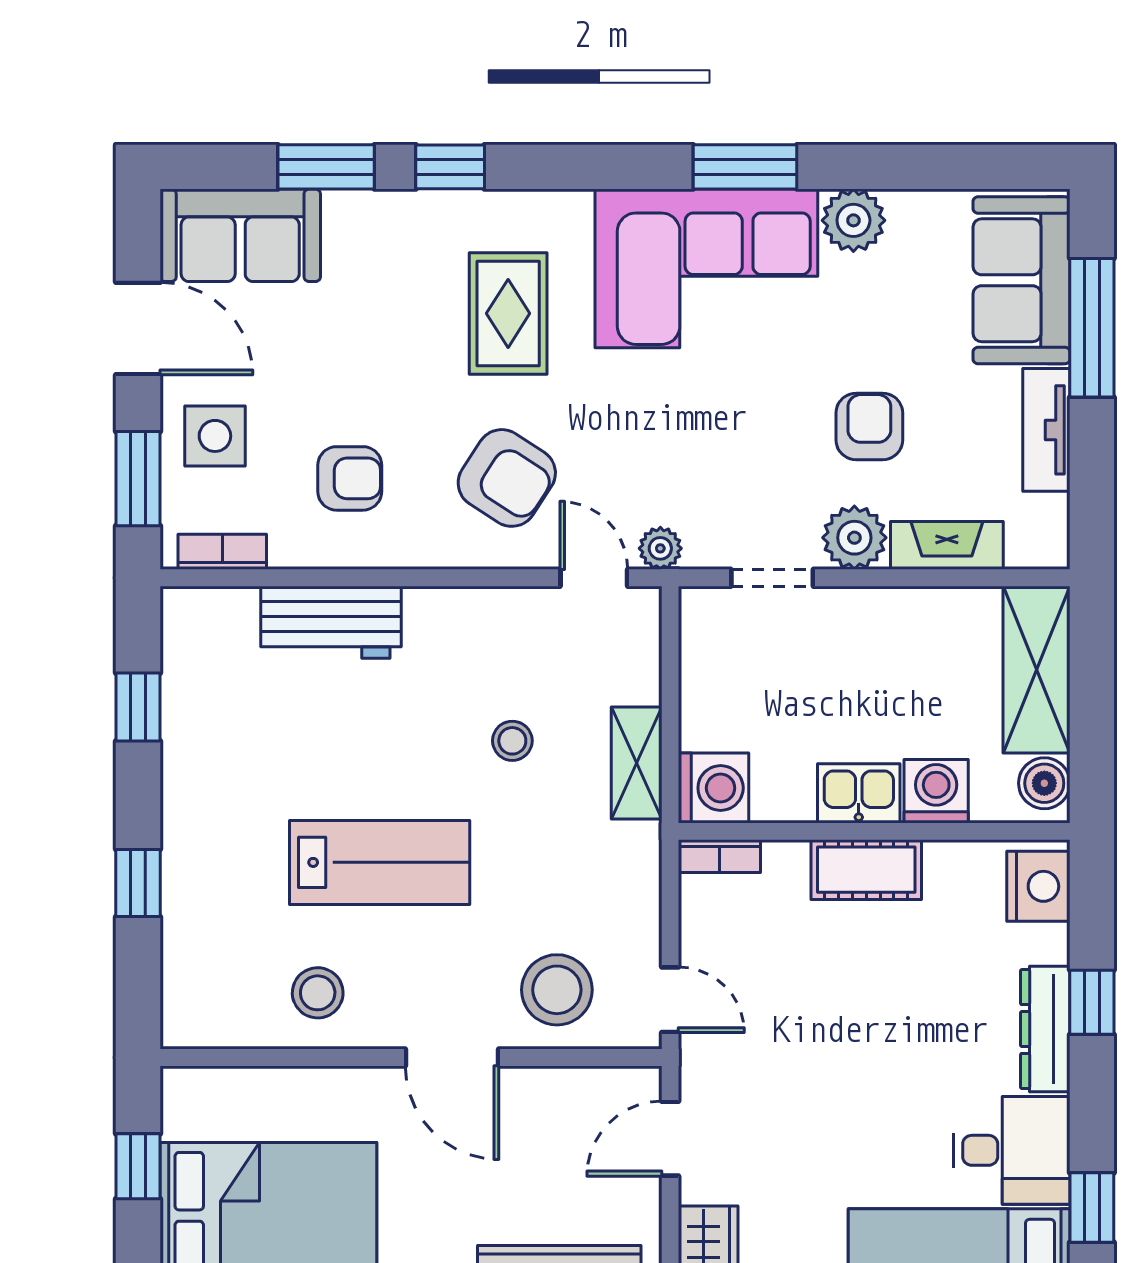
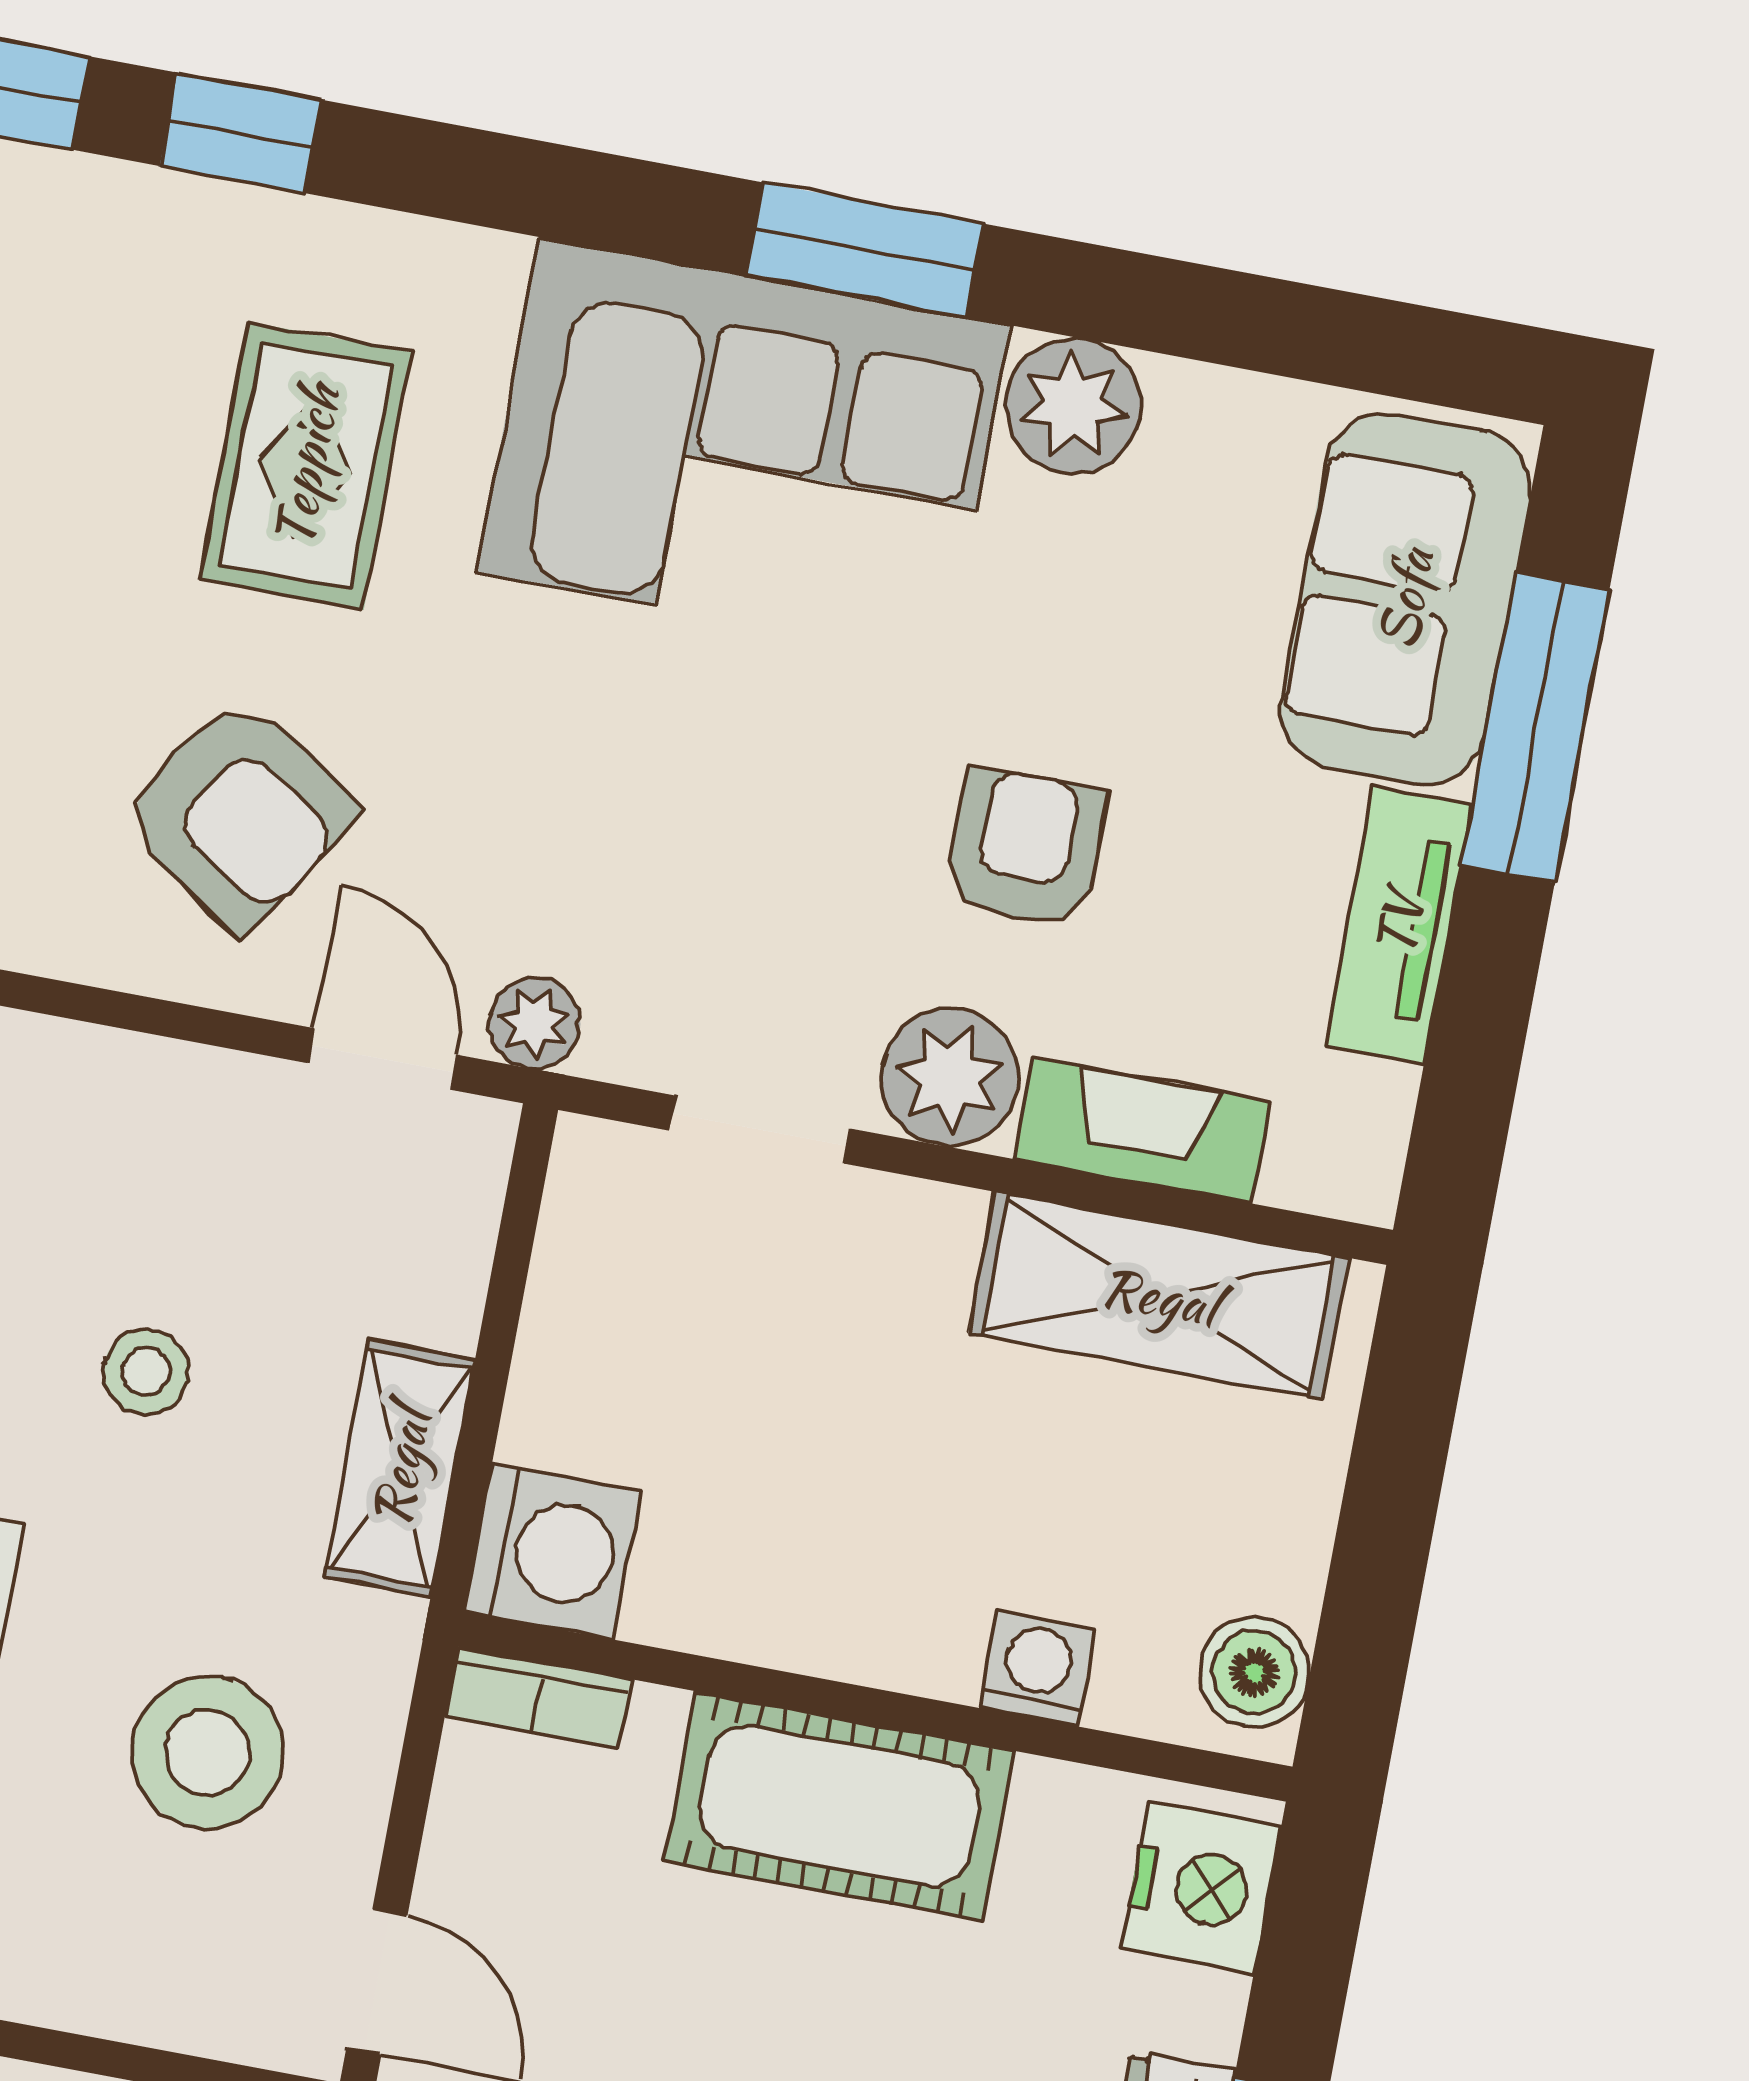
shelving: (1036, 670) -> (1159, 1296), moved, turned 90
washing machine: (936, 791) -> (1037, 1668), width x0.73, depth x0.73
kitchen sink: (859, 793) -> (858, 1620), removed
cot: (866, 870) -> (839, 1806), width x1.37, depth x1.34
stool: (557, 990) -> (208, 1752), moved

